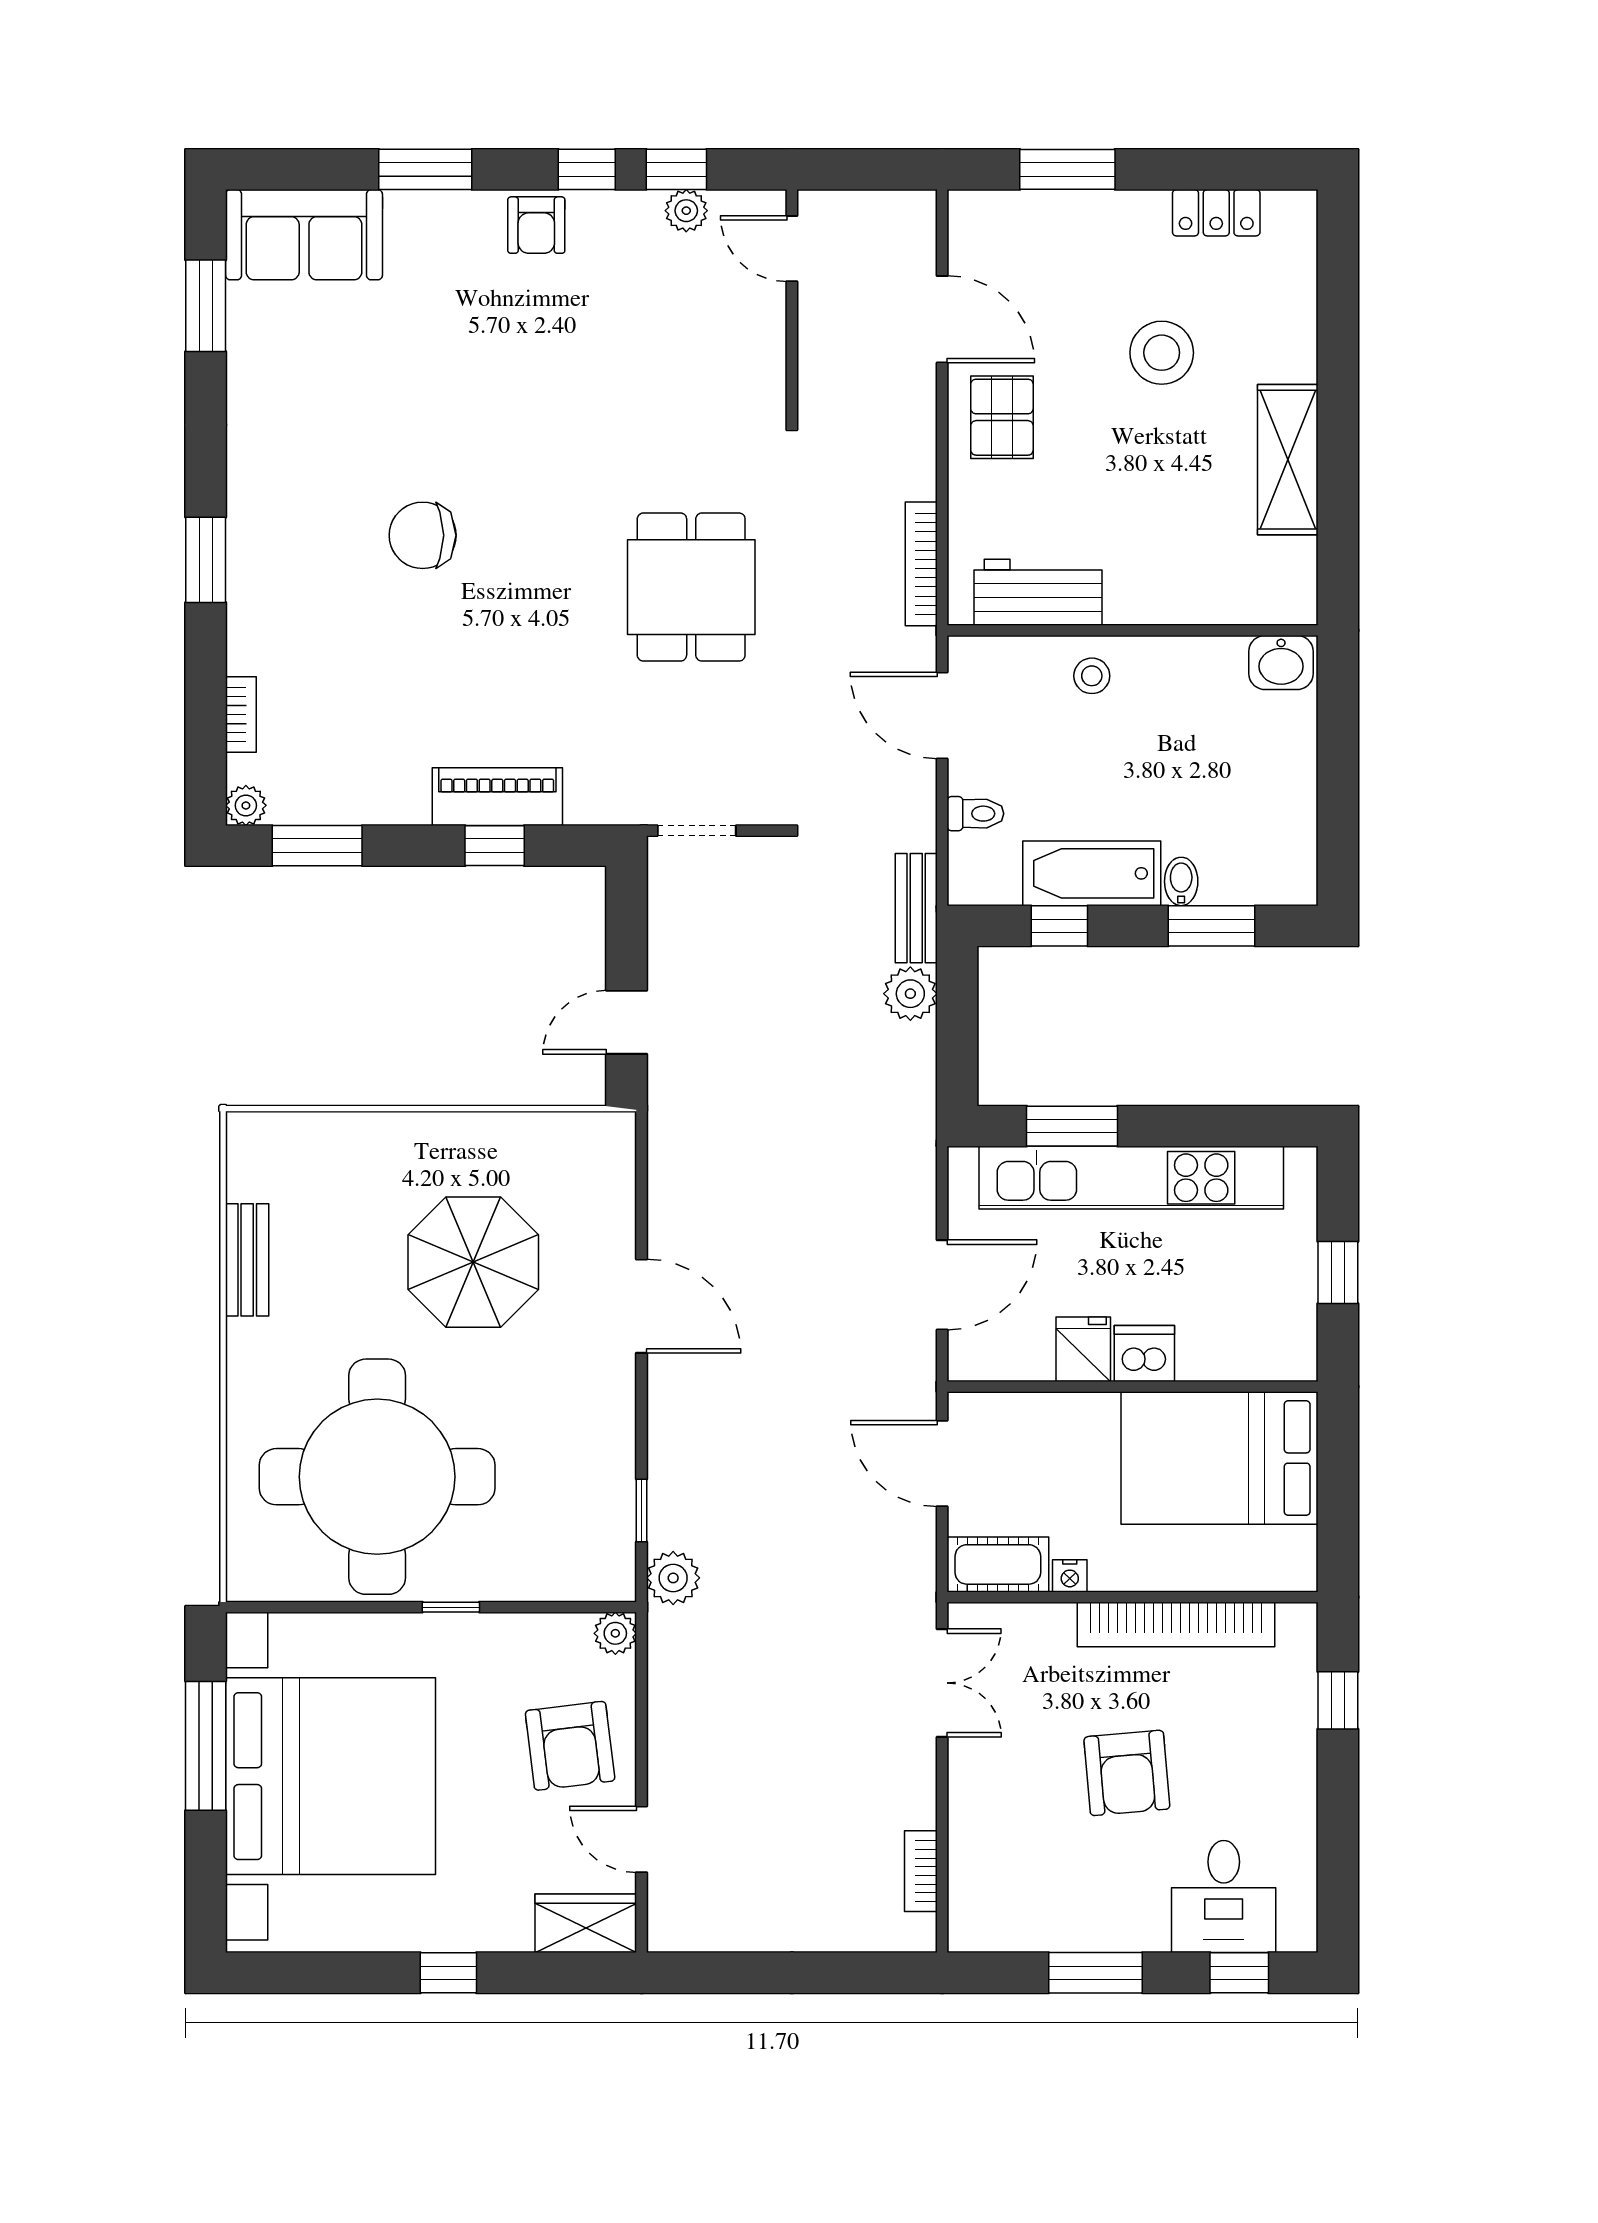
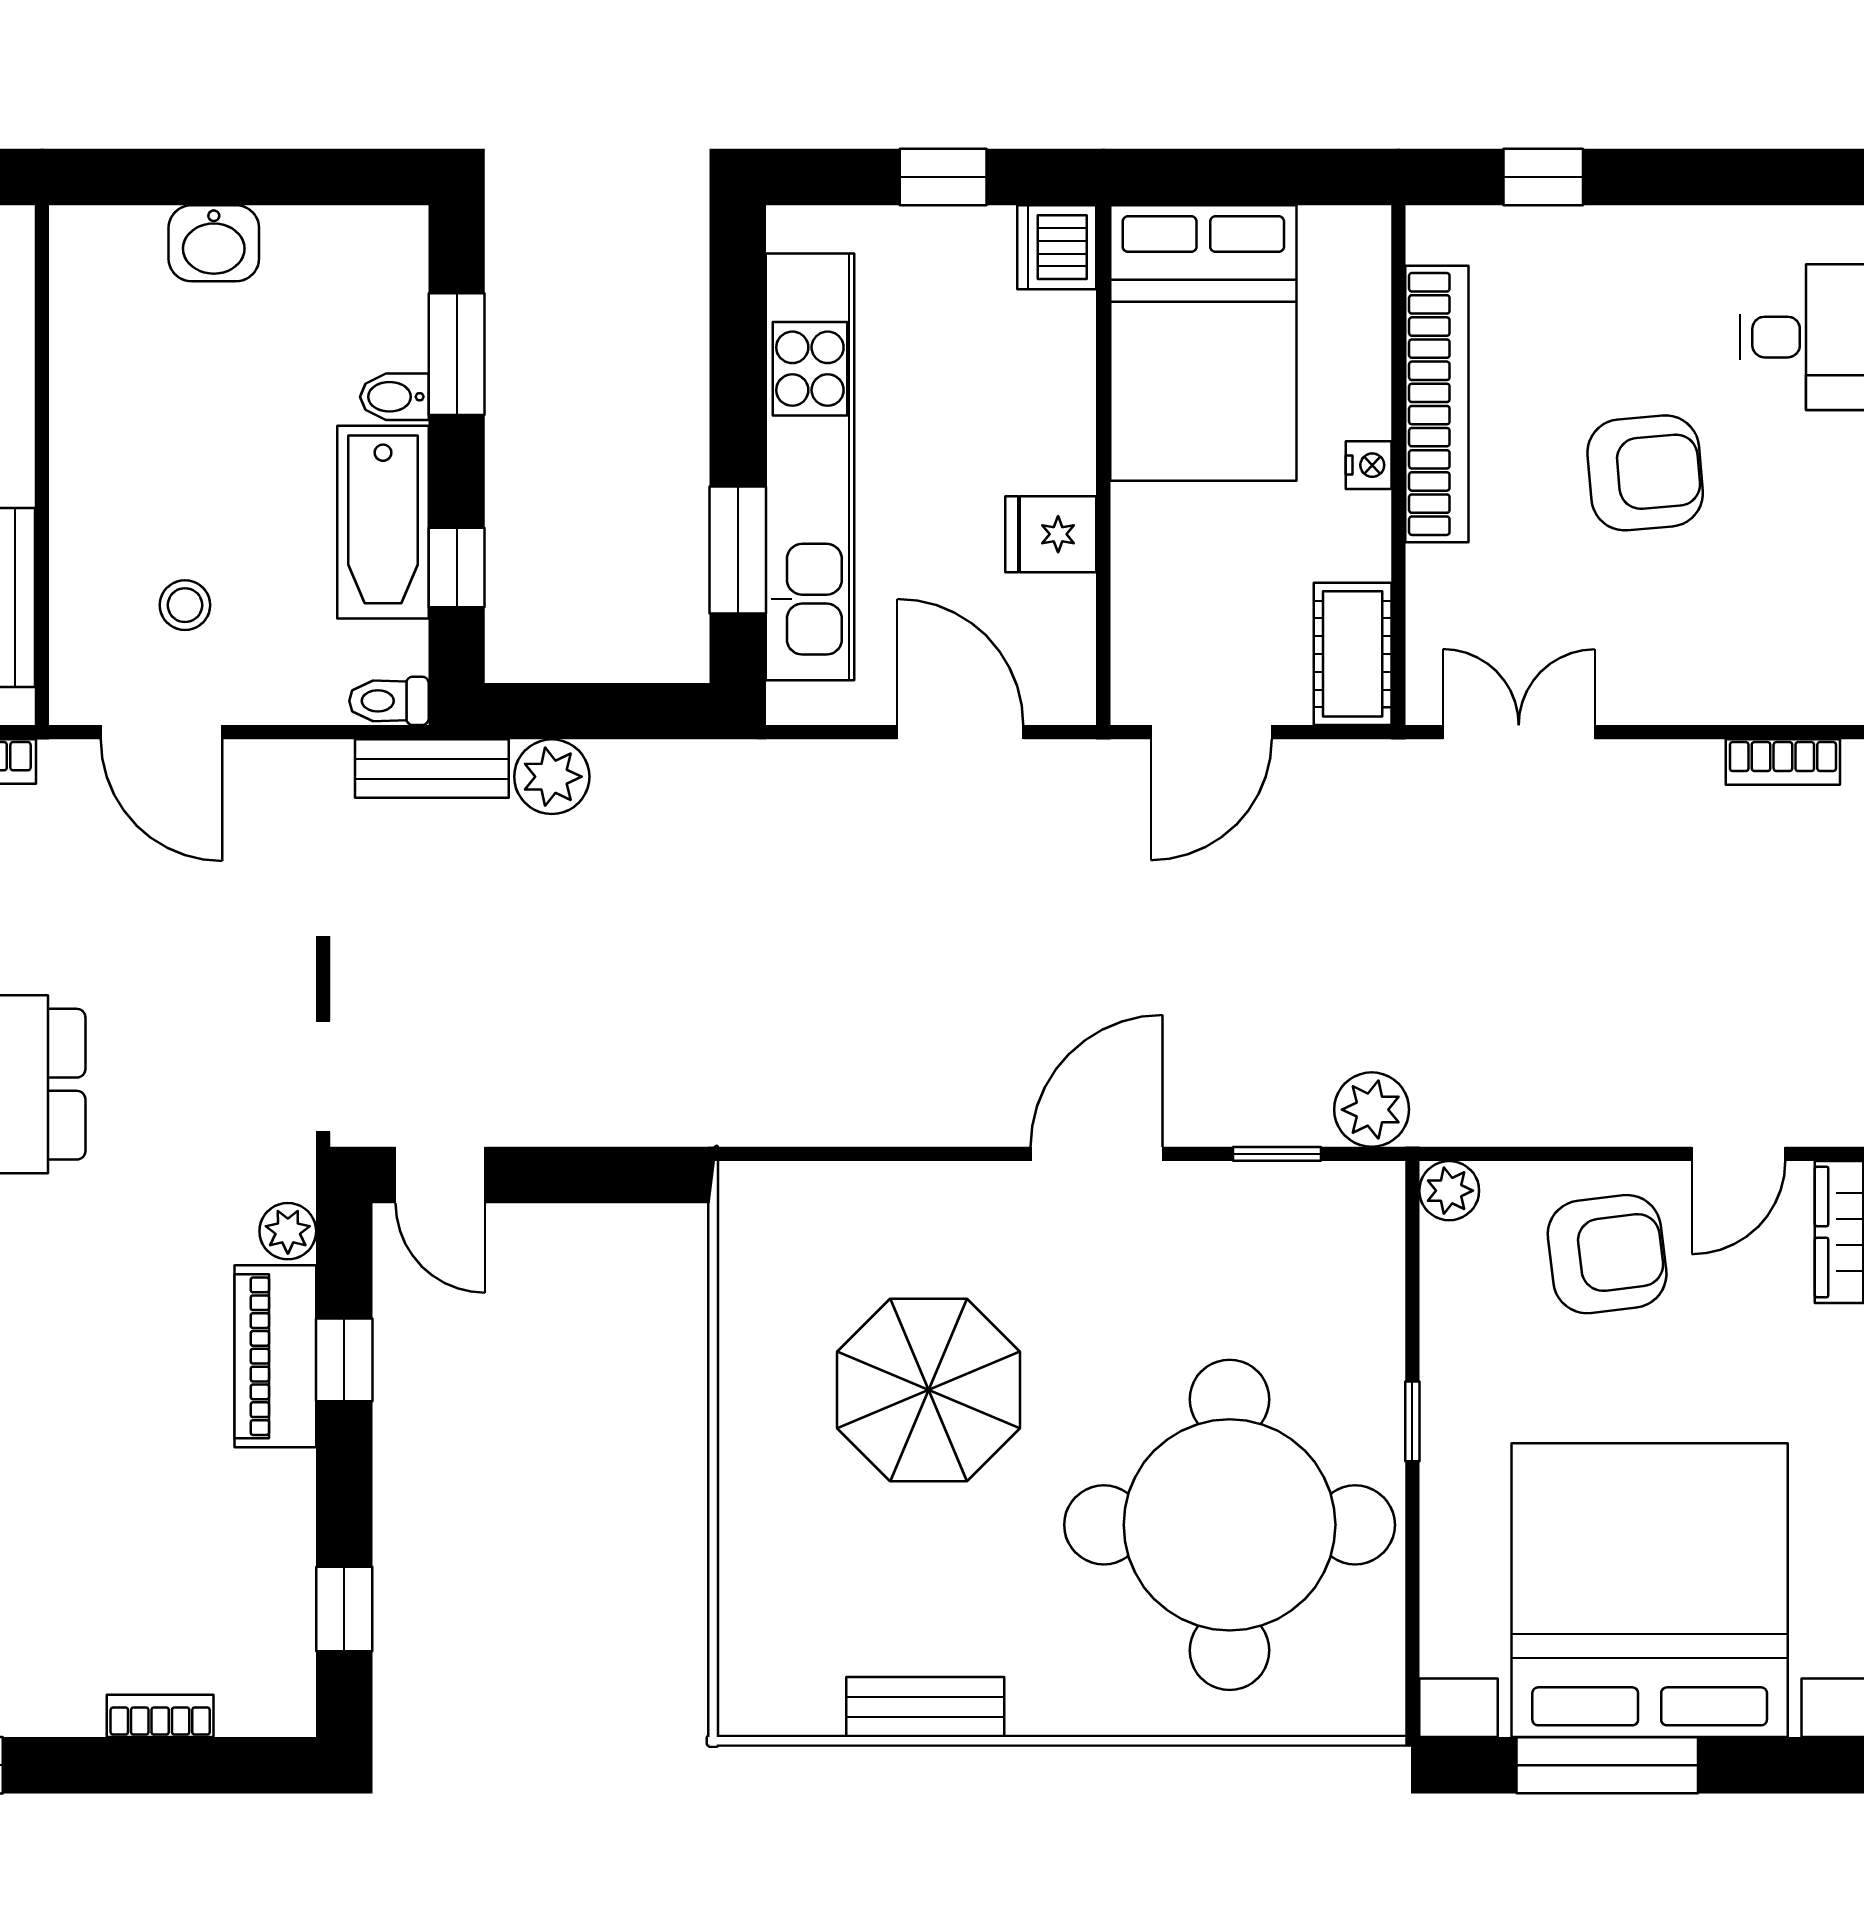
washbasin: (1281, 662) -> (214, 243), moved, turned 90
stool: (1092, 676) -> (185, 605), moved
door: (942, 715) -> (161, 732), hinge flipped
plant: (246, 805) -> (288, 1231), moved
toilet: (975, 814) -> (389, 701), moved, turned -90
window: (317, 846) -> (344, 1609), width x0.67
door: (626, 1022) -> (440, 1175), moved
door: (642, 1306) -> (1097, 1154), moved
dishwasher: (1144, 1354) -> (1057, 247), moved
nightstand: (1070, 1576) -> (1369, 465), moved

